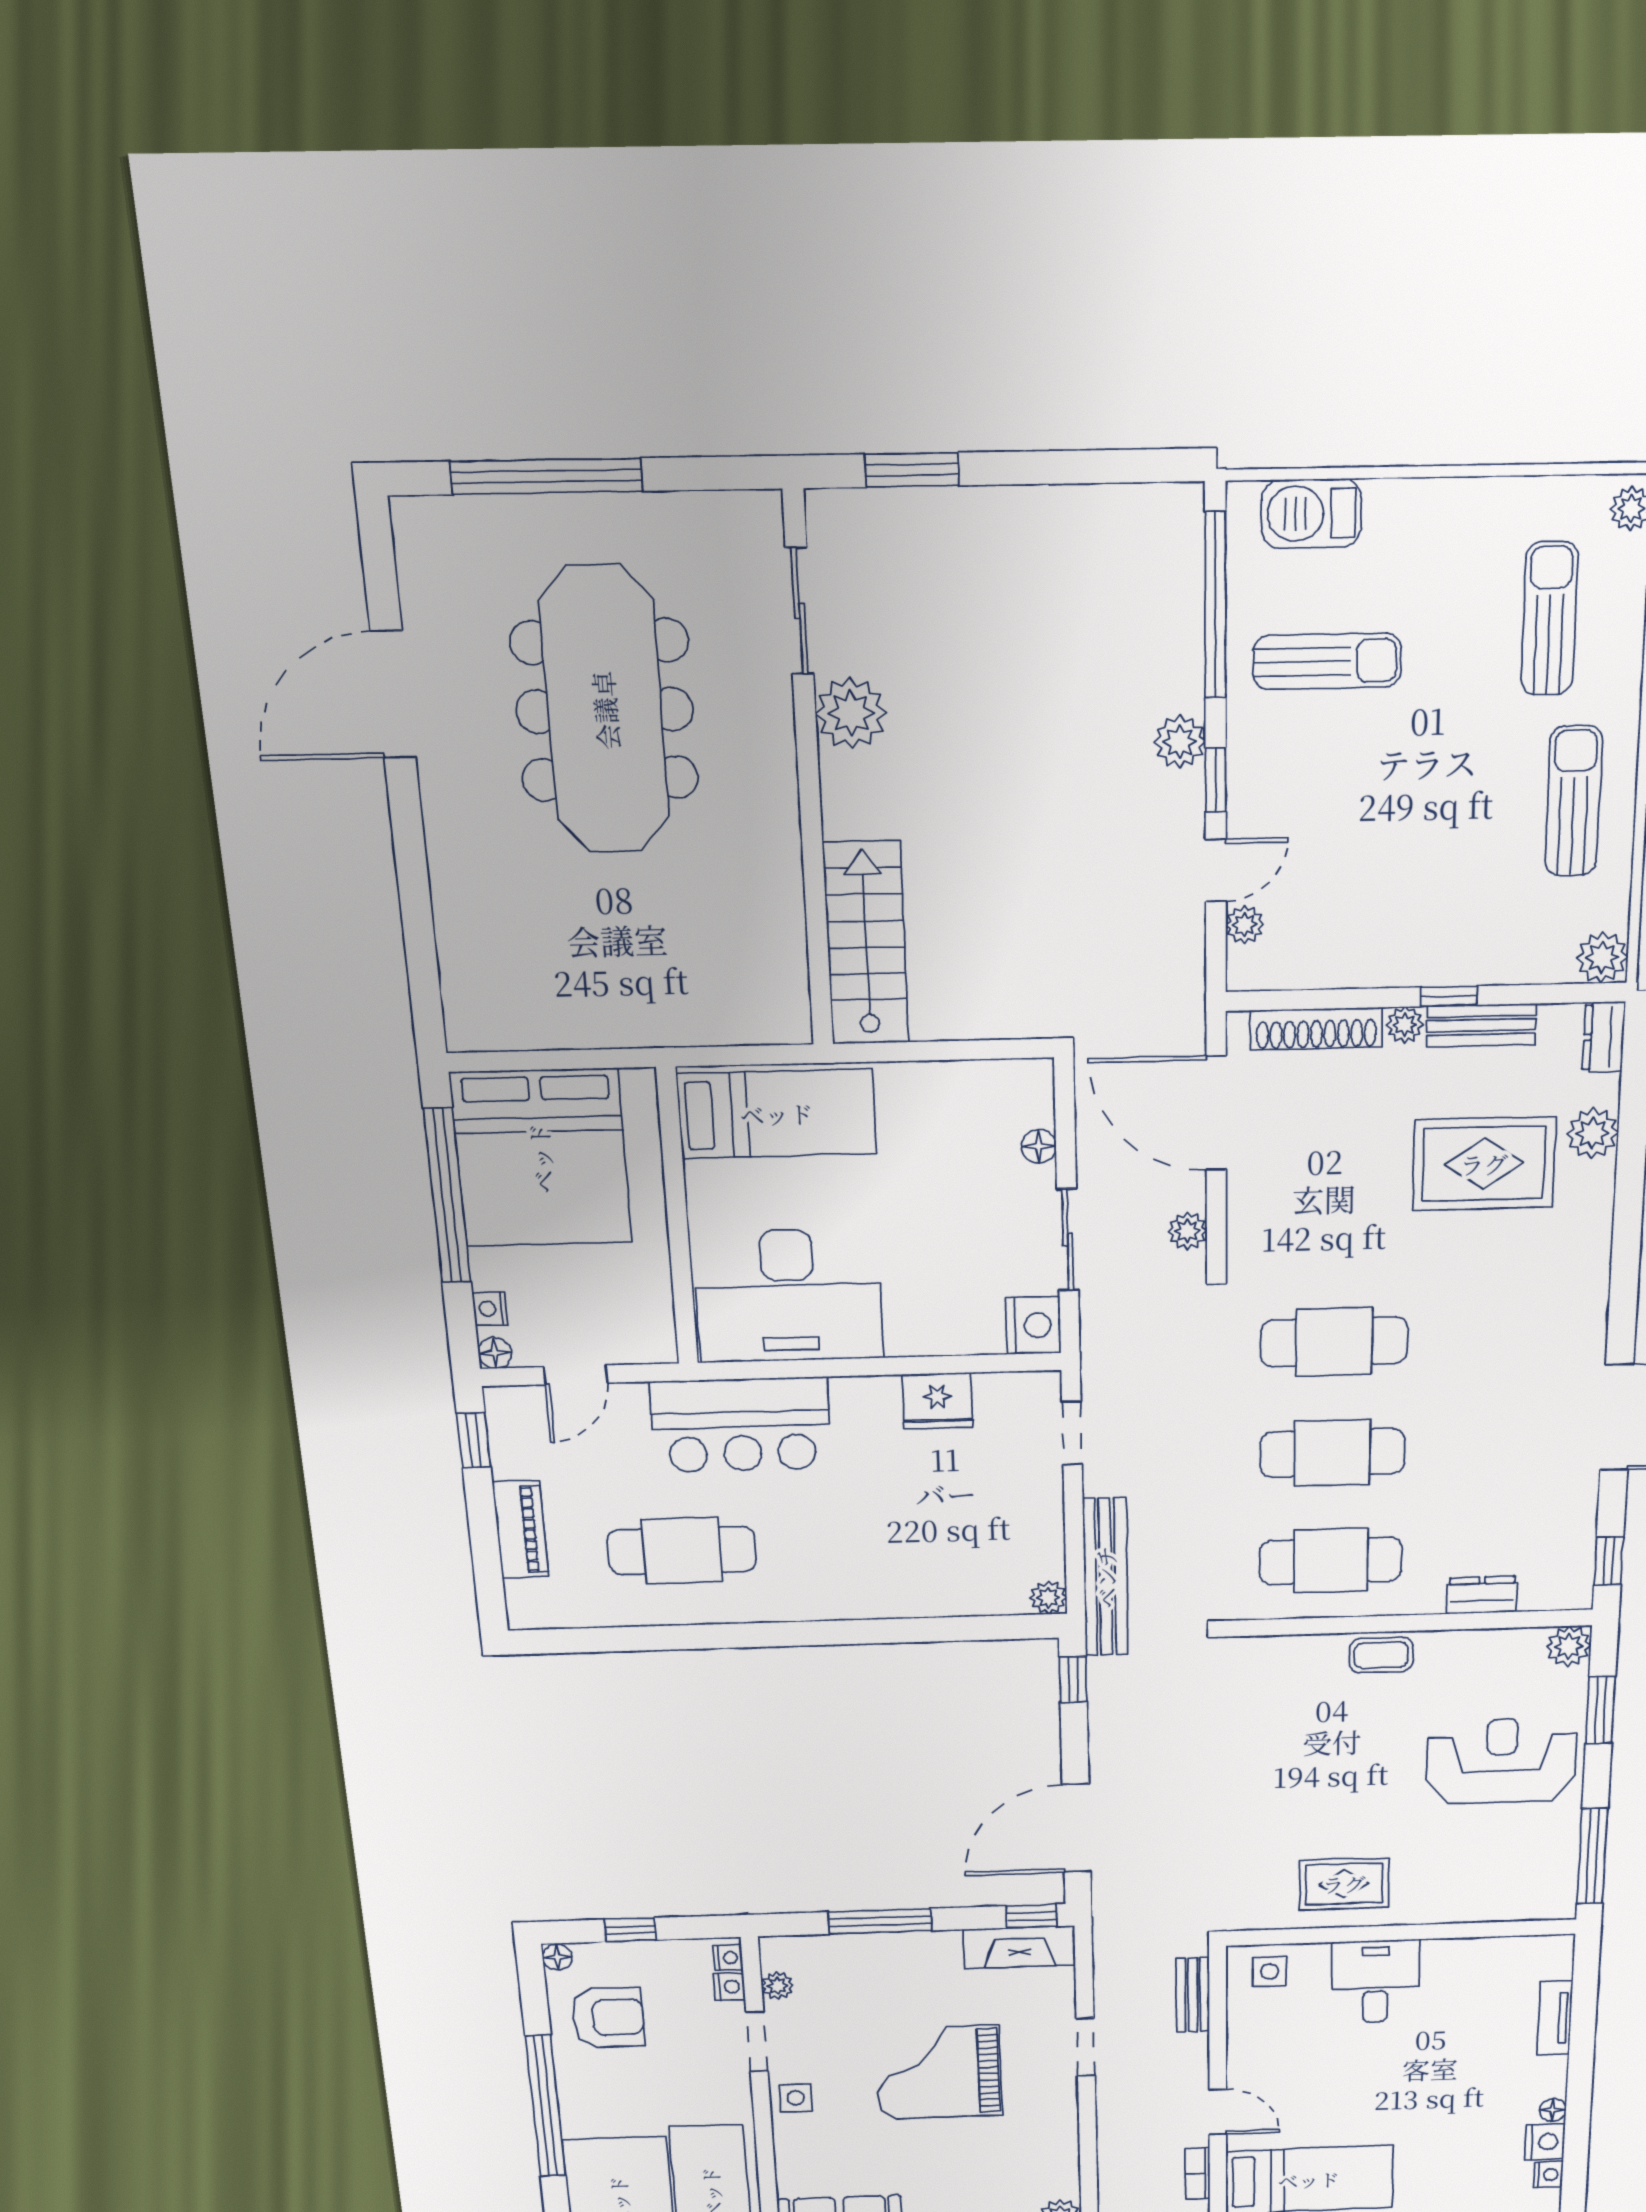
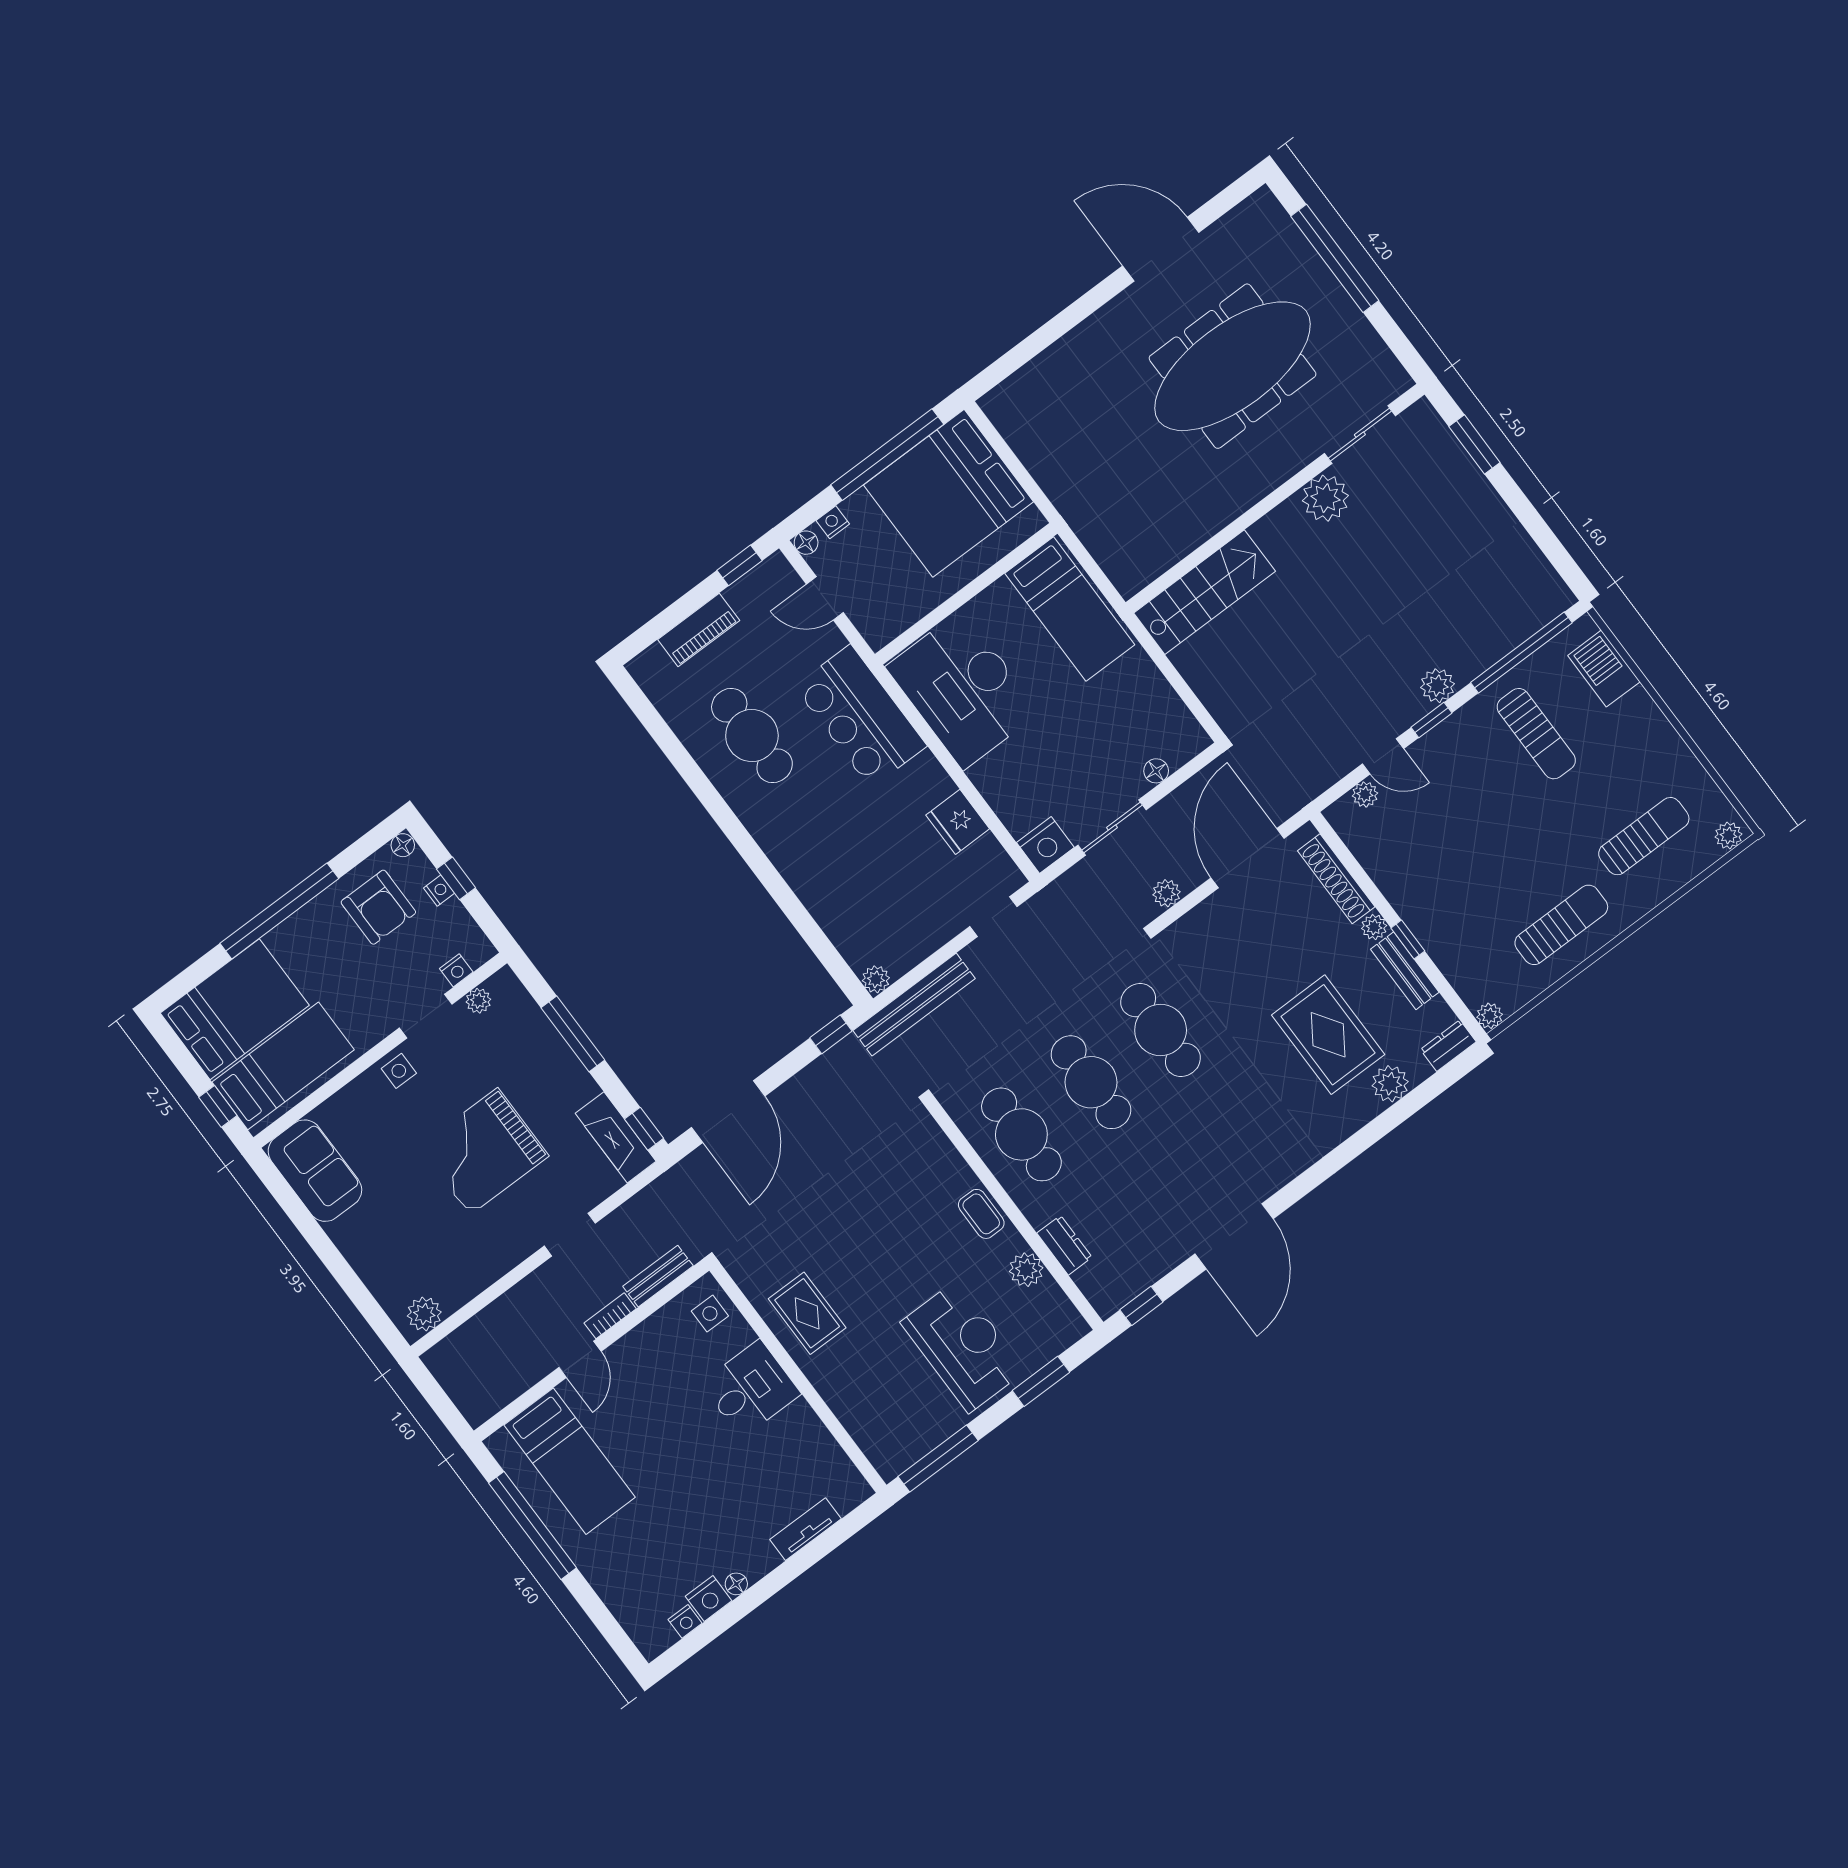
plant: (1602, 958) -> (1490, 1016), width x0.73, depth x0.73
plant: (1569, 1646) -> (1026, 1270), moved
door: (1077, 1828) -> (728, 1112), swing flipped
nightstand: (728, 1958) -> (439, 891), moved, turned -90
grand piano: (939, 2072) -> (484, 1151), turned -90
bookcase: (1198, 2174) -> (610, 1316), moved

